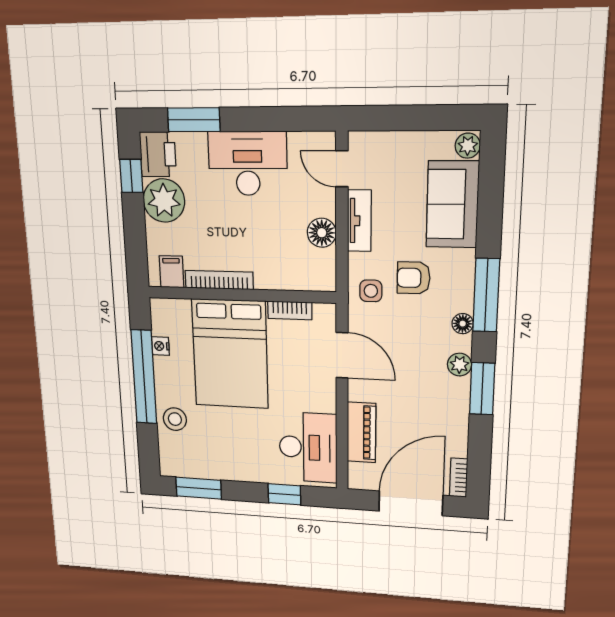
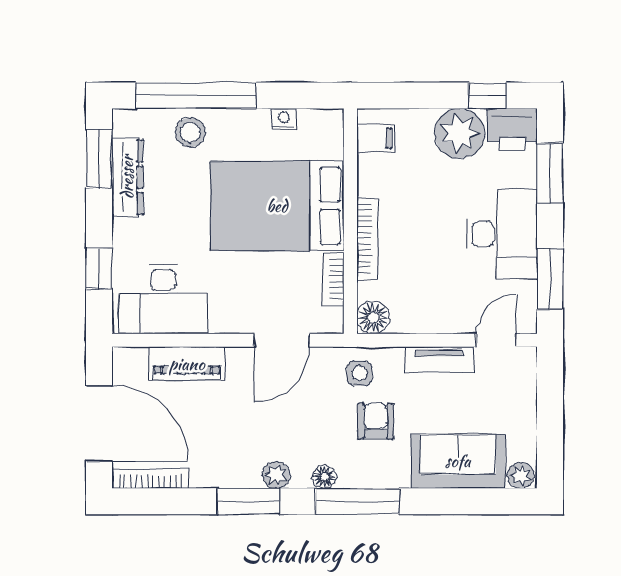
window: (286, 119) -> (550, 279), added
floor lamp: (322, 233) -> (373, 317), moved
bookcase: (219, 280) -> (367, 238), moved
window: (144, 377) -> (196, 96), moved
dresser: (212, 468) -> (127, 177), added
bookcase: (459, 478) -> (150, 479), width x1.56

